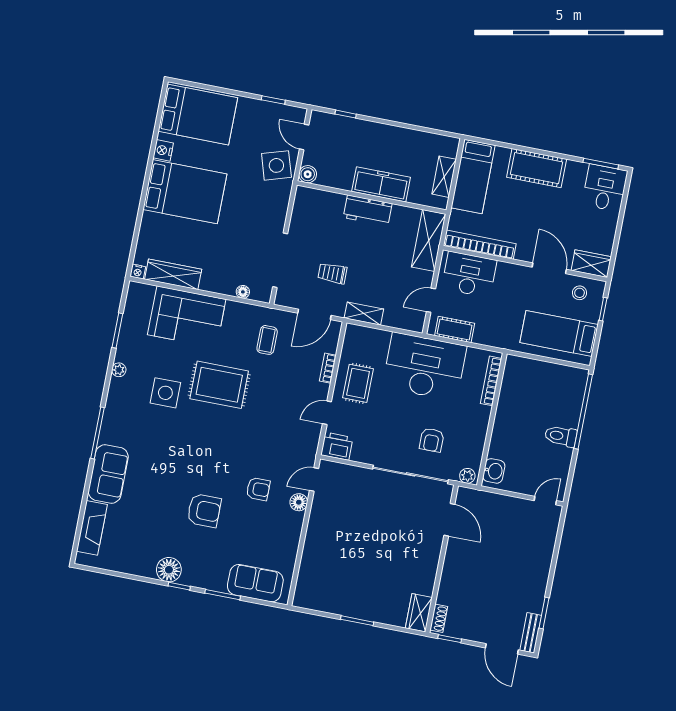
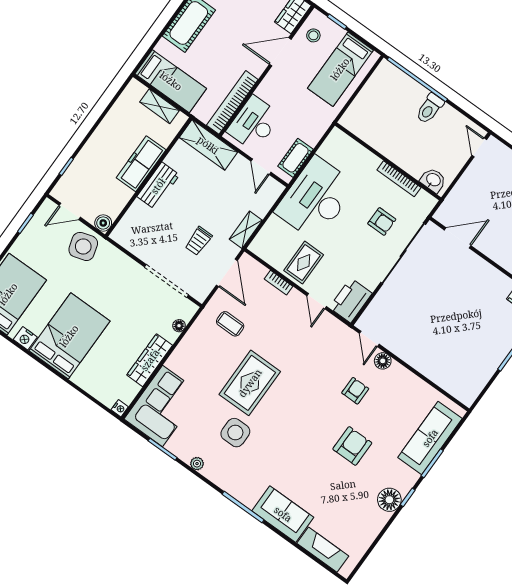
wardrobe: (173, 274) -> (150, 360), moved
corner sofa: (187, 317) -> (163, 406), moved
bookcase: (491, 381) -> (399, 179), moved
rug: (358, 383) -> (304, 263), turned 90
printer: (337, 446) -> (351, 300), width x1.37, depth x1.19
plant: (467, 476) -> (427, 205), removed
sofa: (255, 583) -> (430, 438), width x1.36

